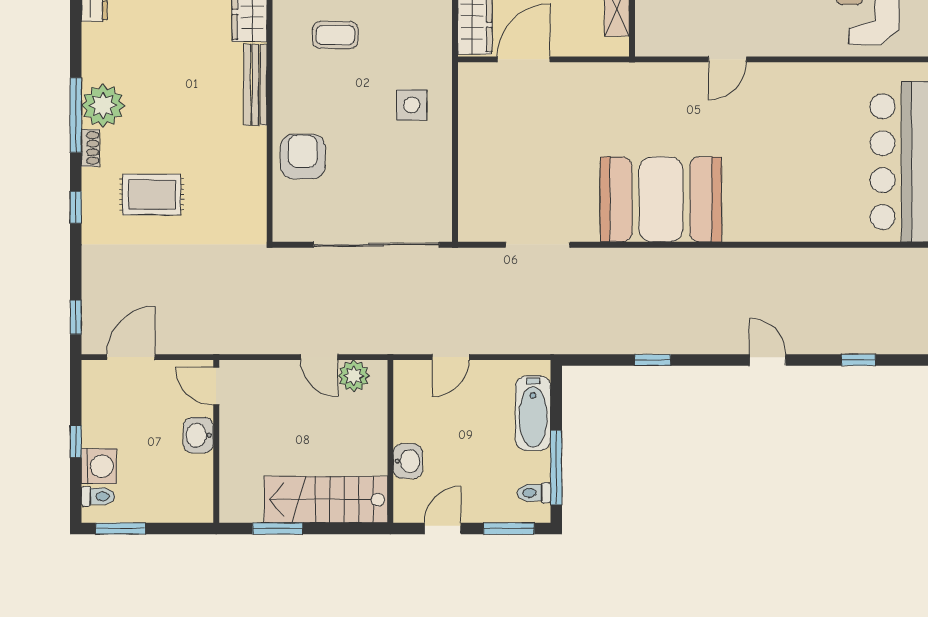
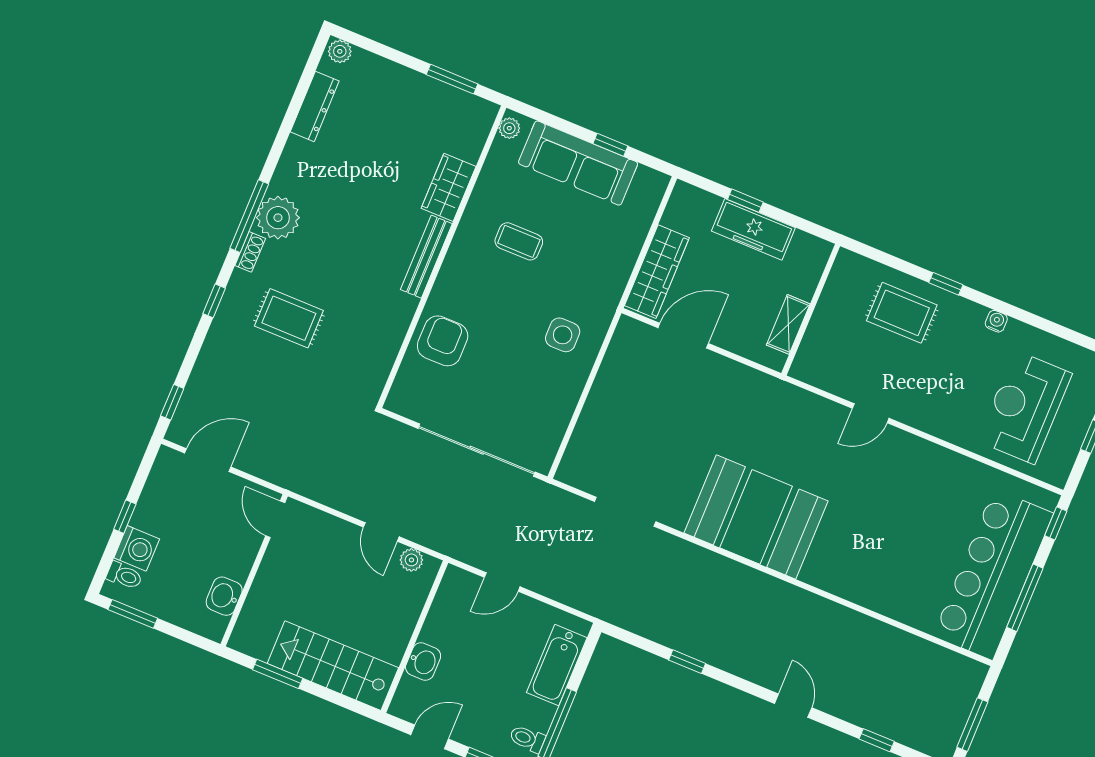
plant: (354, 376) -> (411, 560), width x0.73, depth x0.73
washbasin: (198, 435) -> (224, 596), moved

